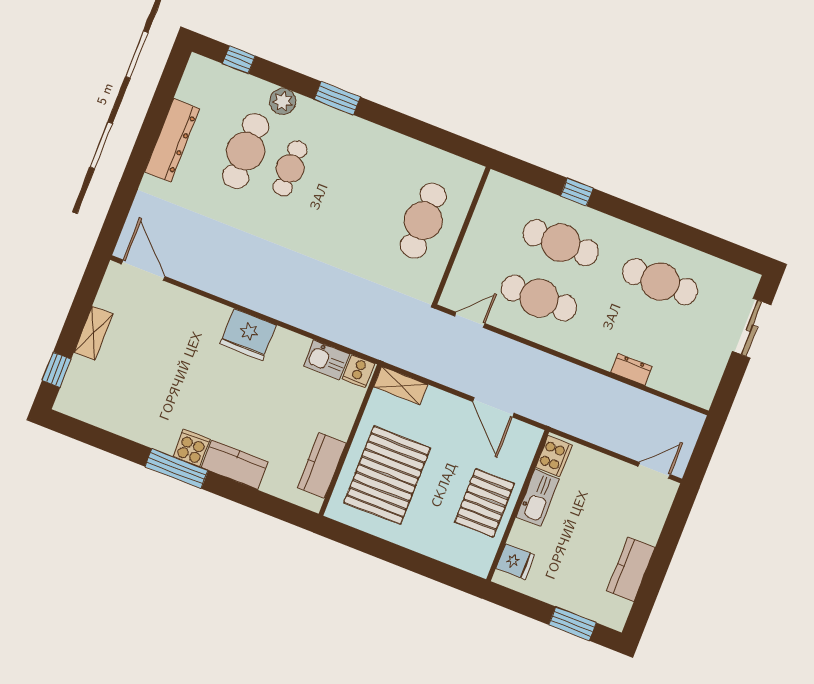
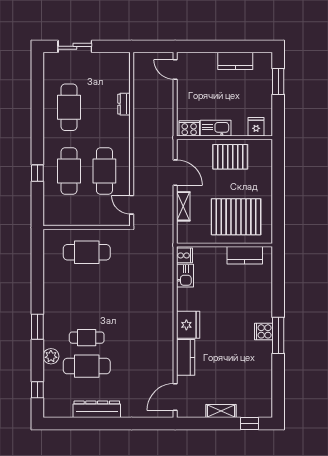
shelving: (401, 386) -> (183, 206), moved
door: (493, 407) -> (175, 173), hinge flipped
kitchen counter: (235, 465) -> (186, 357), moved, turned 180

